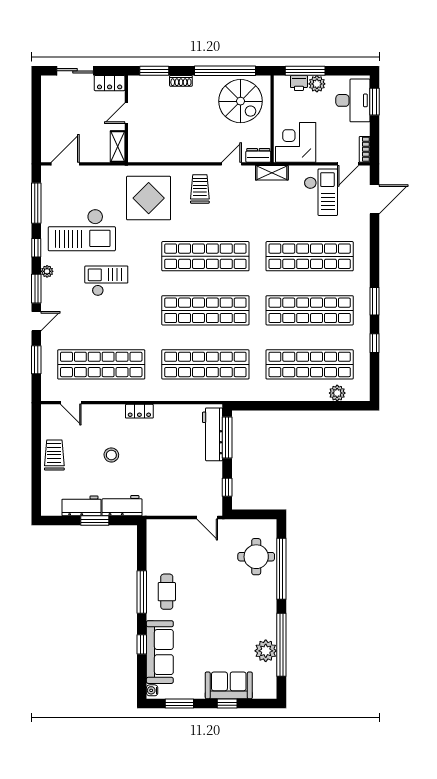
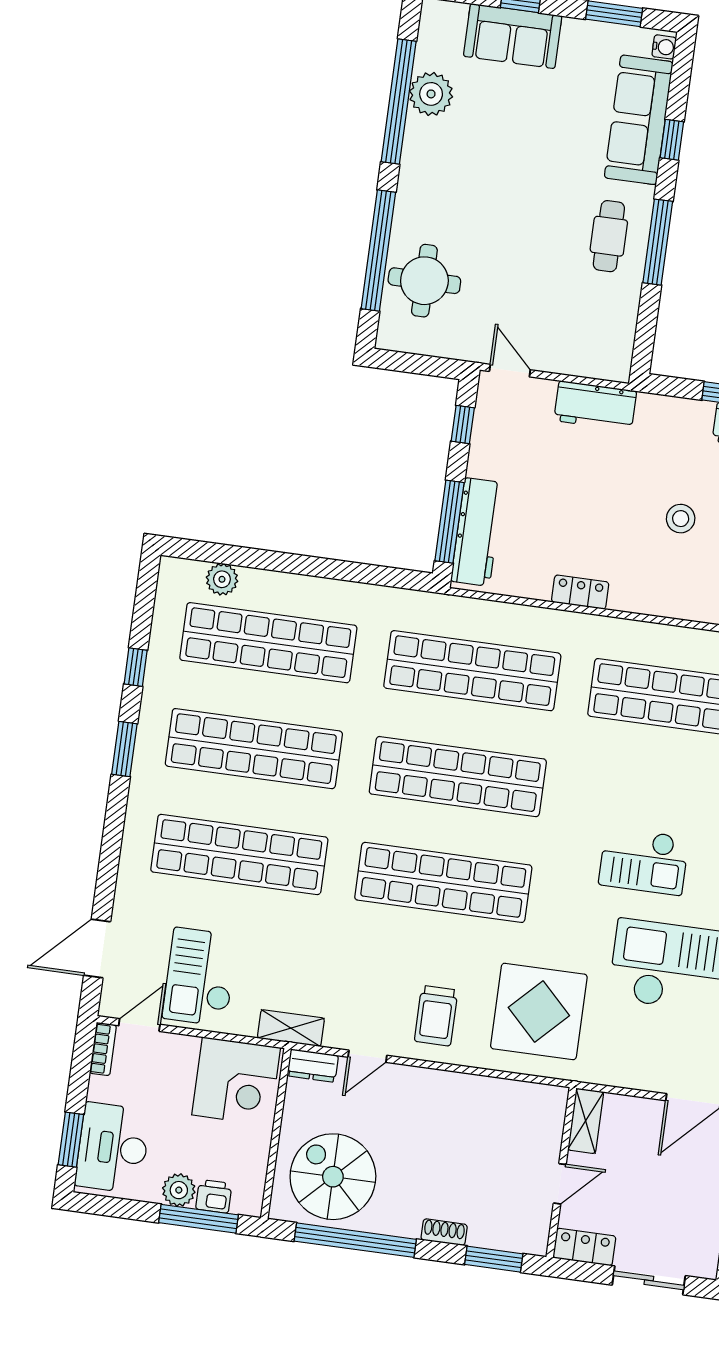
locker: (139, 411) -> (580, 592), moved
workbench: (122, 506) -> (595, 406), moved

